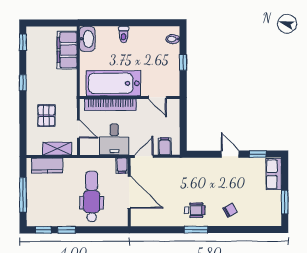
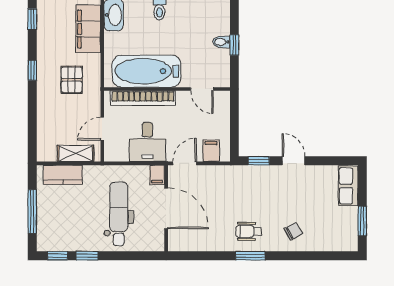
bidet: (173, 39) -> (221, 42), moved
pallet: (46, 116) -> (72, 80), moved
door: (78, 129) -> (102, 129), swing flipped
window: (258, 154) -> (259, 161), moved
wheelchair: (195, 210) -> (249, 231), turned 180

